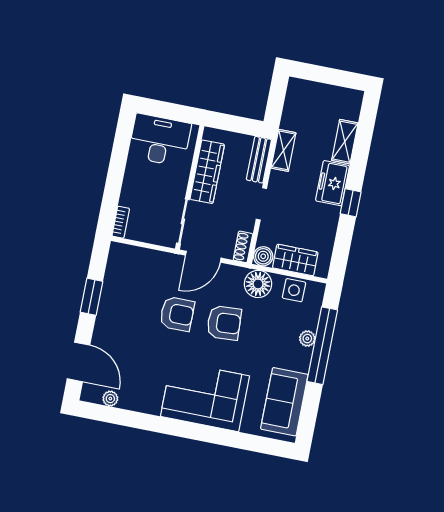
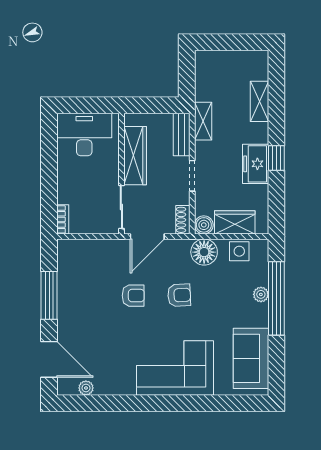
freezer: (333, 183) -> (256, 164), moved
window: (91, 297) -> (49, 295), width x1.44
armchair: (177, 314) -> (133, 296), width x0.72, depth x0.72
armchair: (224, 323) -> (179, 295), width x0.72, depth x0.72

